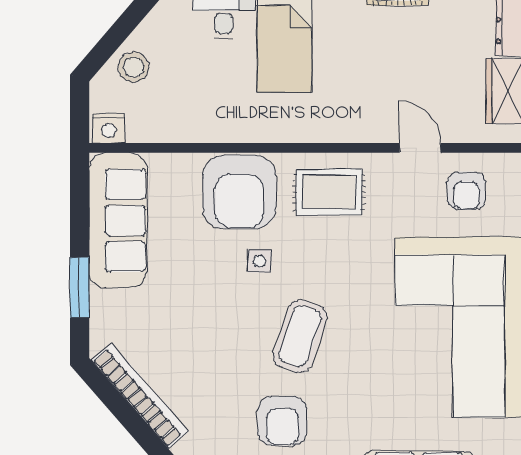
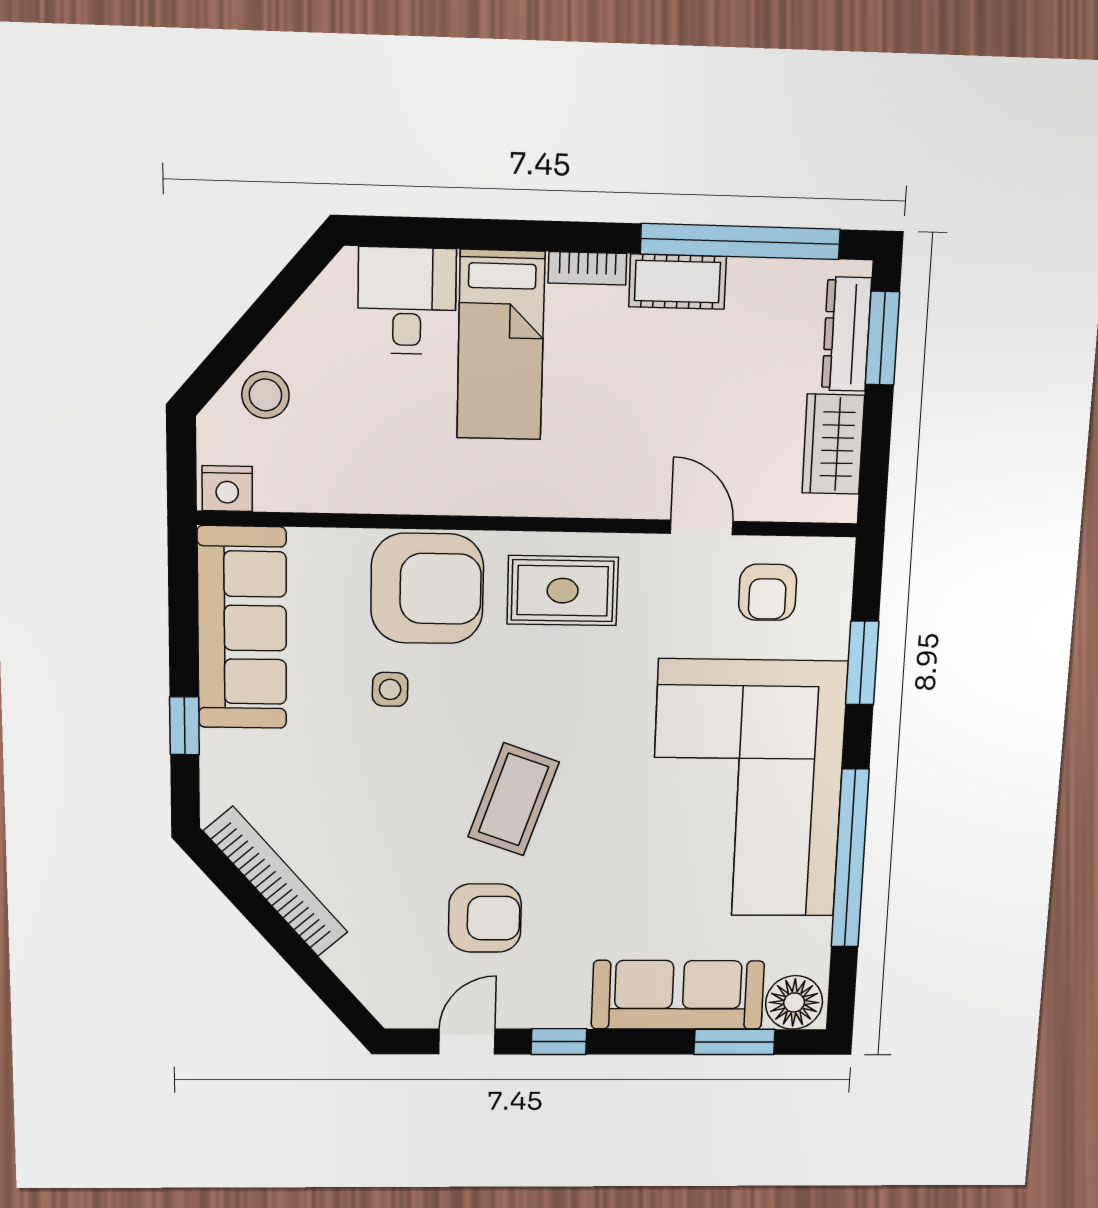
armchair: (239, 192) -> (427, 589), turned -90
side table: (259, 261) -> (390, 689), moved
window: (80, 287) -> (184, 726), width x0.67
armchair: (282, 421) -> (485, 918), turned -90

